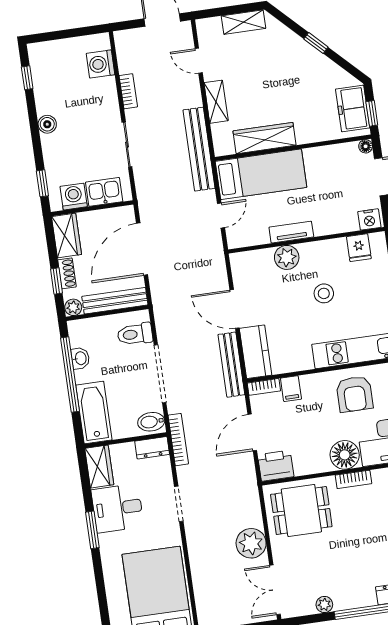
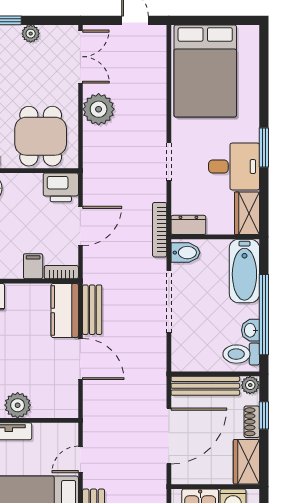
toilet: (135, 334) -> (241, 354), moved, turned 180
bench: (231, 365) -> (92, 310), width x0.73
dining table: (301, 510) -> (41, 136), turned 90

